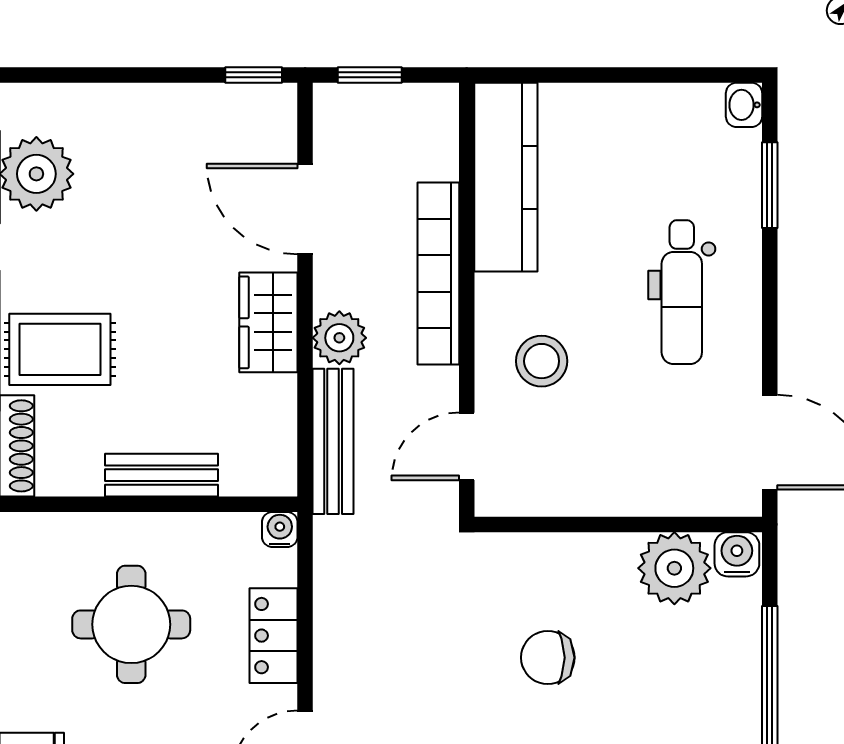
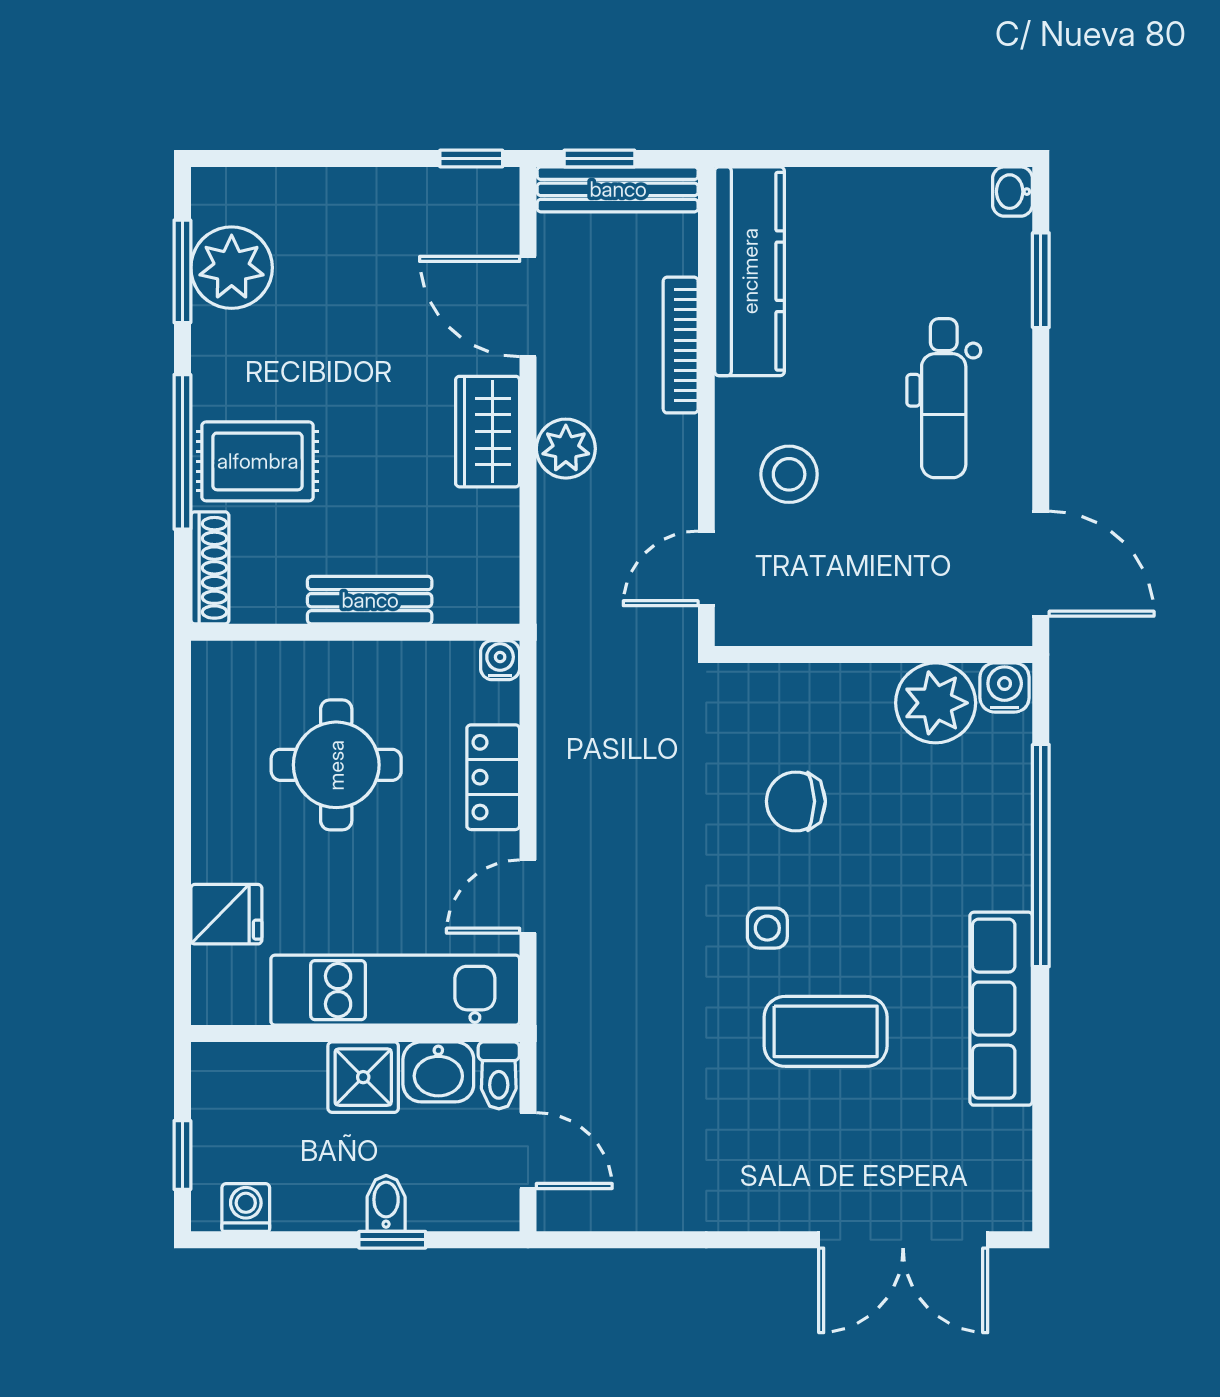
bookcase: (438, 274) -> (681, 345), width x0.68, depth x0.76
bench: (333, 441) -> (618, 189), moved, turned 90

